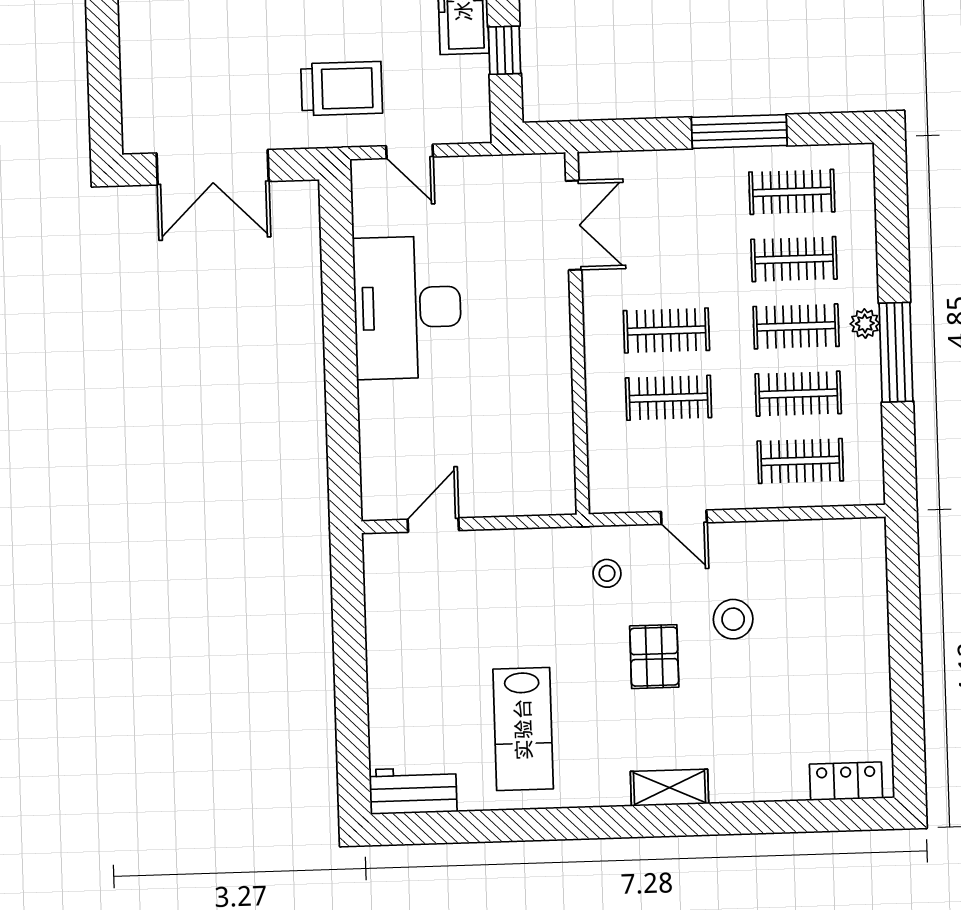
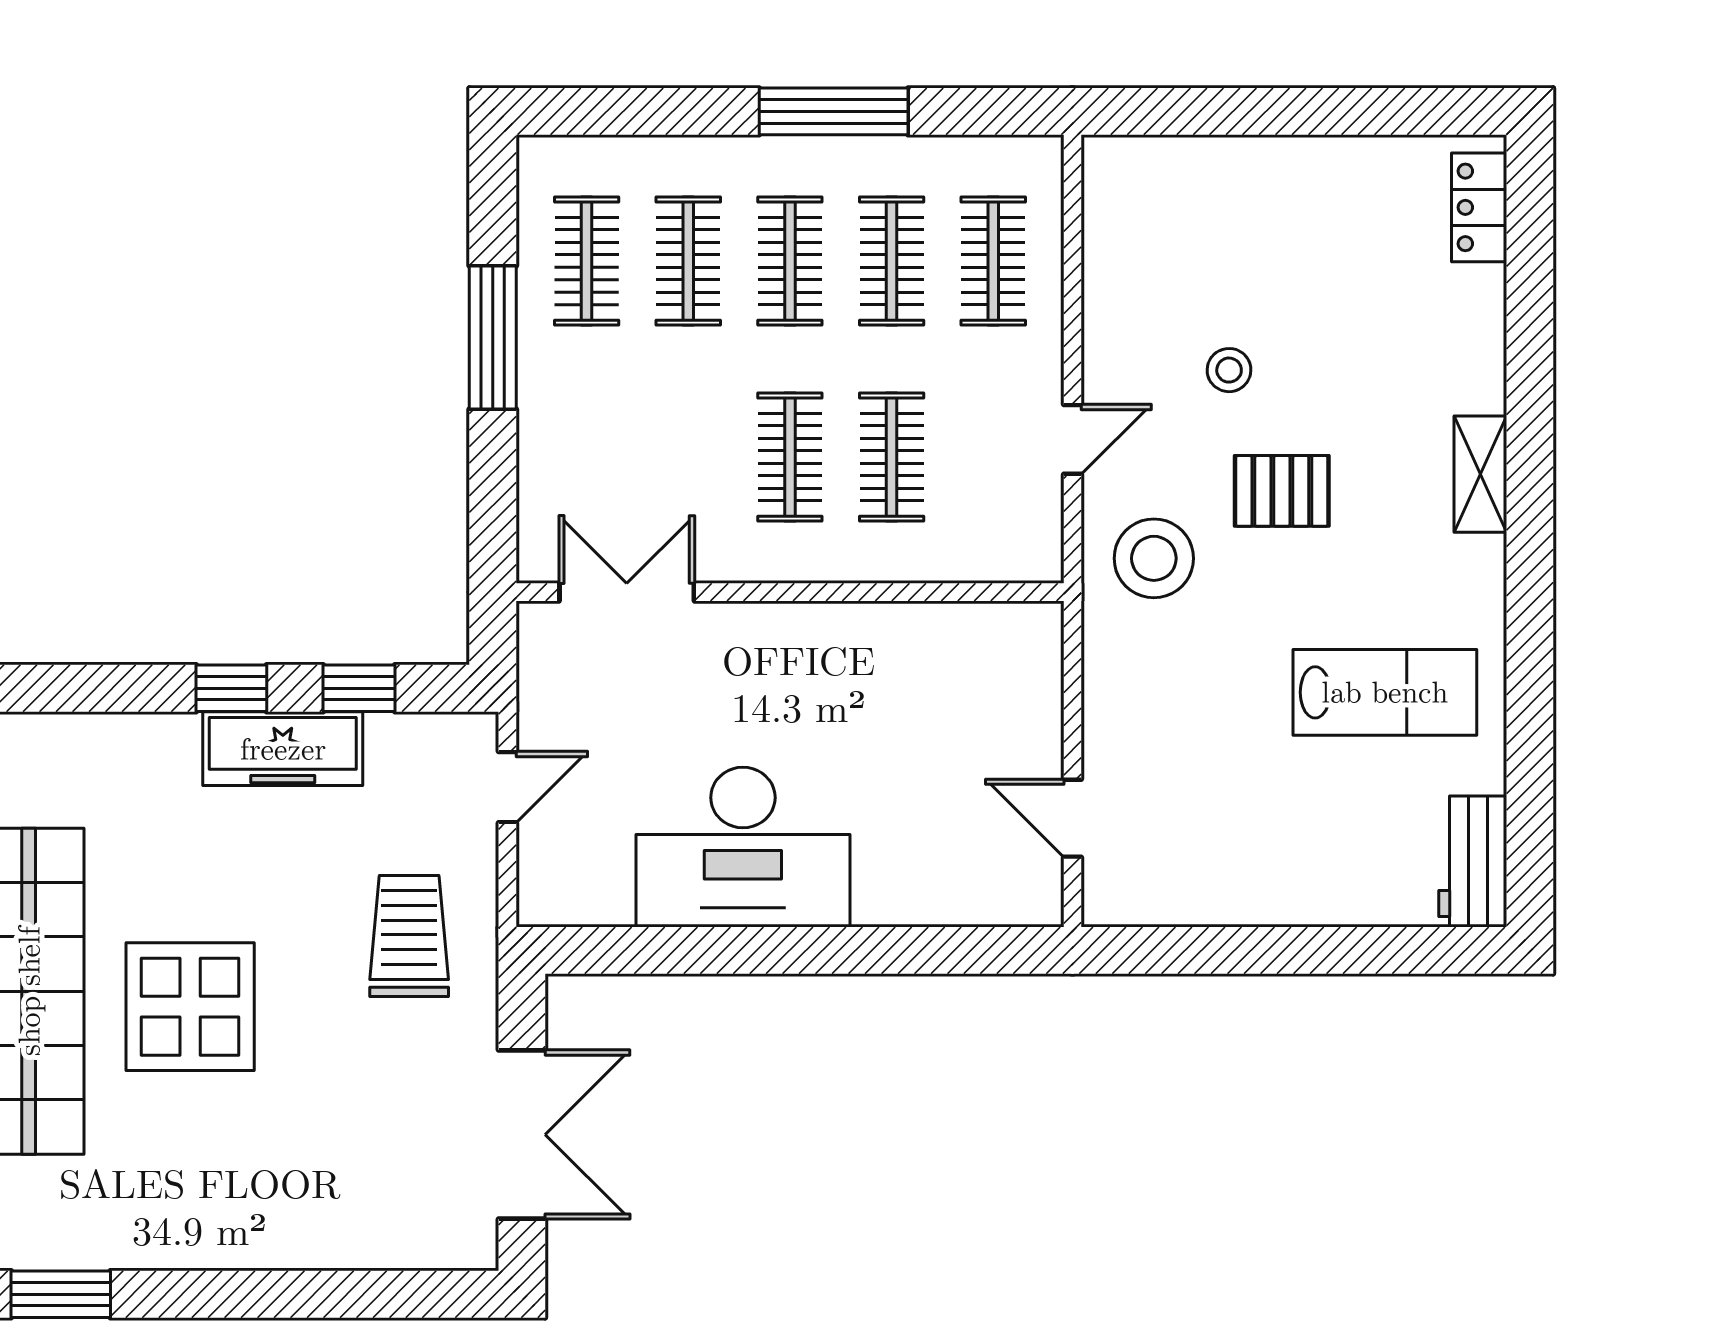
door: (410, 151) -> (507, 787), moved
plant: (865, 323) -> (789, 157), removed
stool: (607, 573) -> (1154, 558), width x1.89, depth x1.89
stool: (733, 619) -> (1229, 370), width x0.73, depth x0.73

